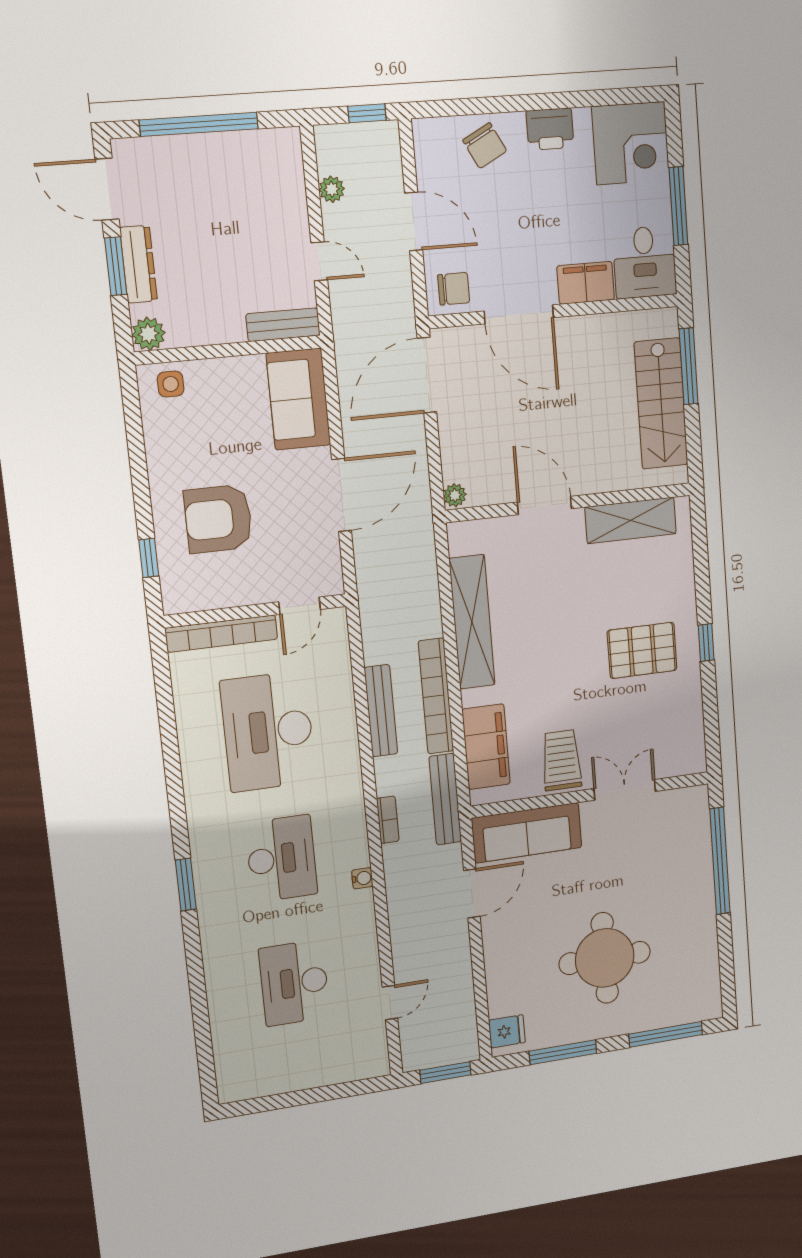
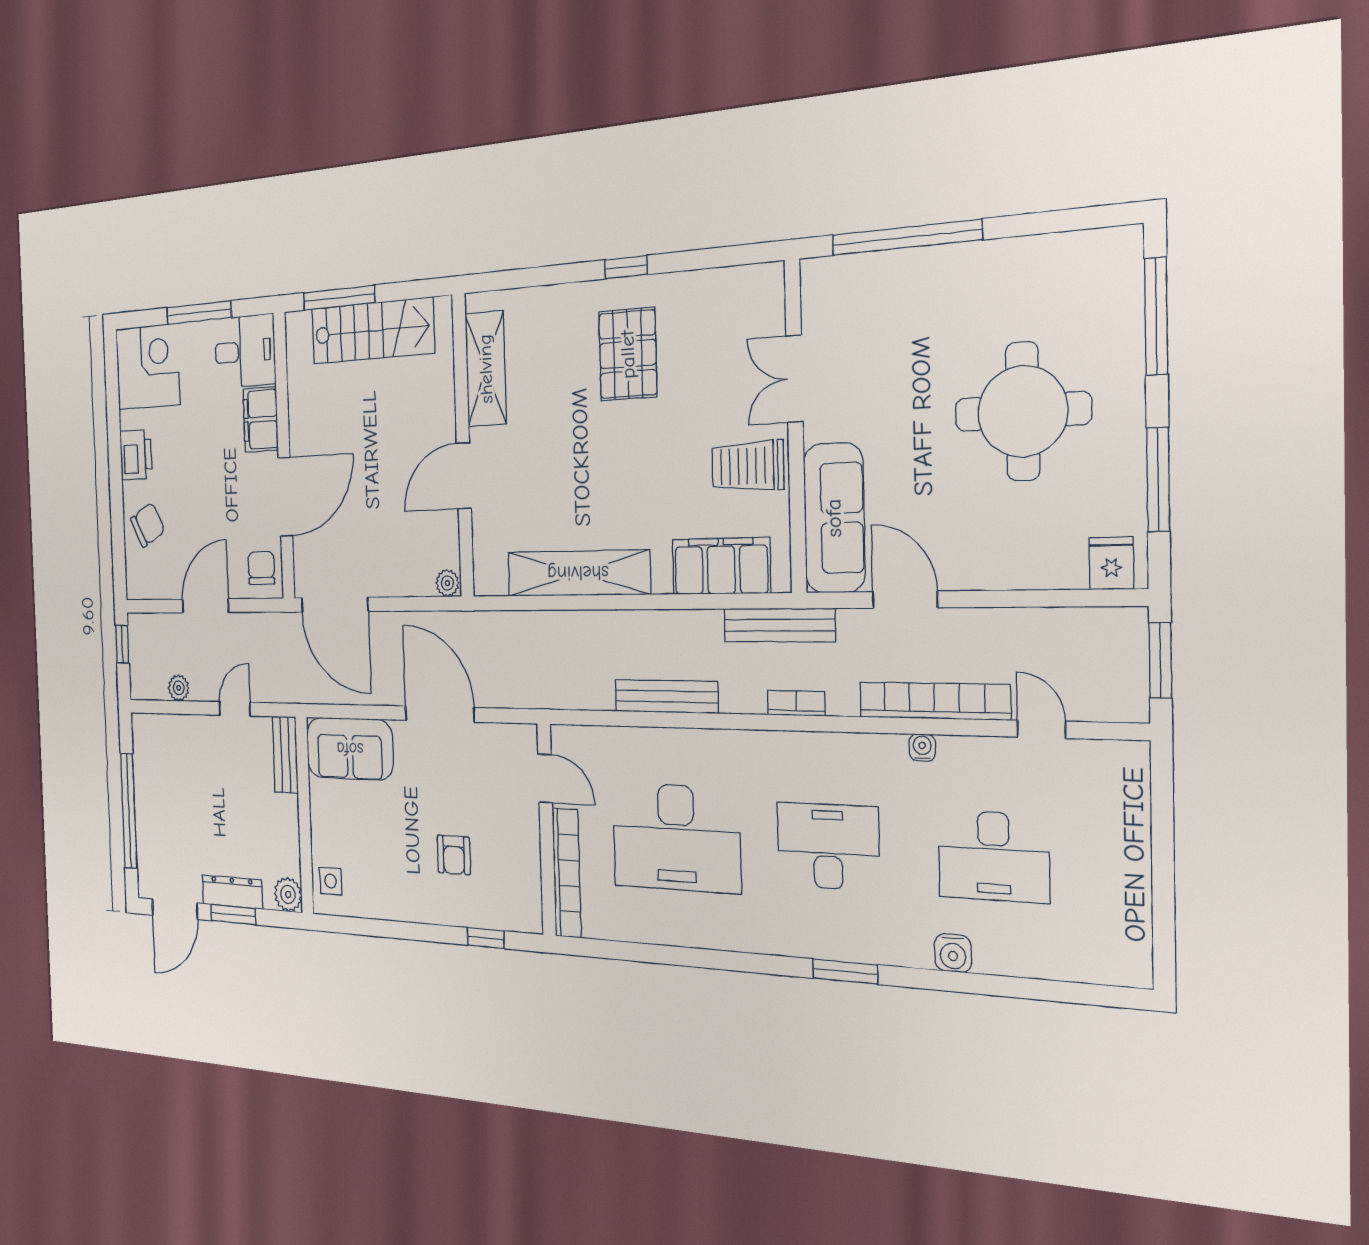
armchair: (218, 519) -> (454, 855), width x0.53, depth x0.53
bookcase: (436, 696) -> (934, 701), moved, turned 180
water cooler: (362, 878) -> (922, 748), moved
water cooler: (217, 964) -> (953, 953), added

